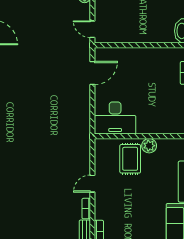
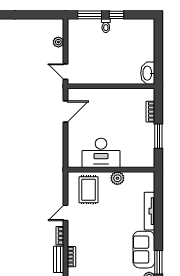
desk: (115, 118) -> (101, 153), moved
rug: (130, 159) -> (89, 190), moved

